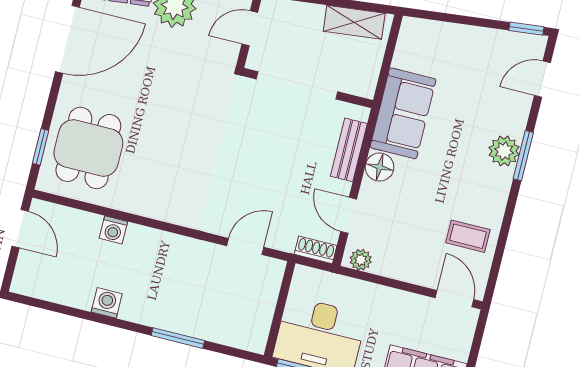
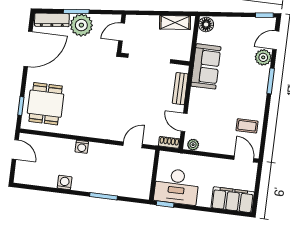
plant: (504, 151) -> (263, 57), moved
floor lamp: (380, 167) -> (206, 24), moved
washing machine: (113, 230) -> (82, 147), moved

